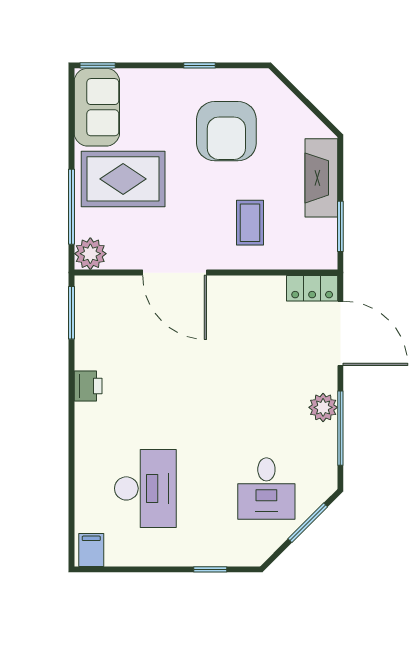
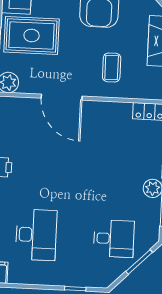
desk: (266, 488) -> (114, 239), turned -90

